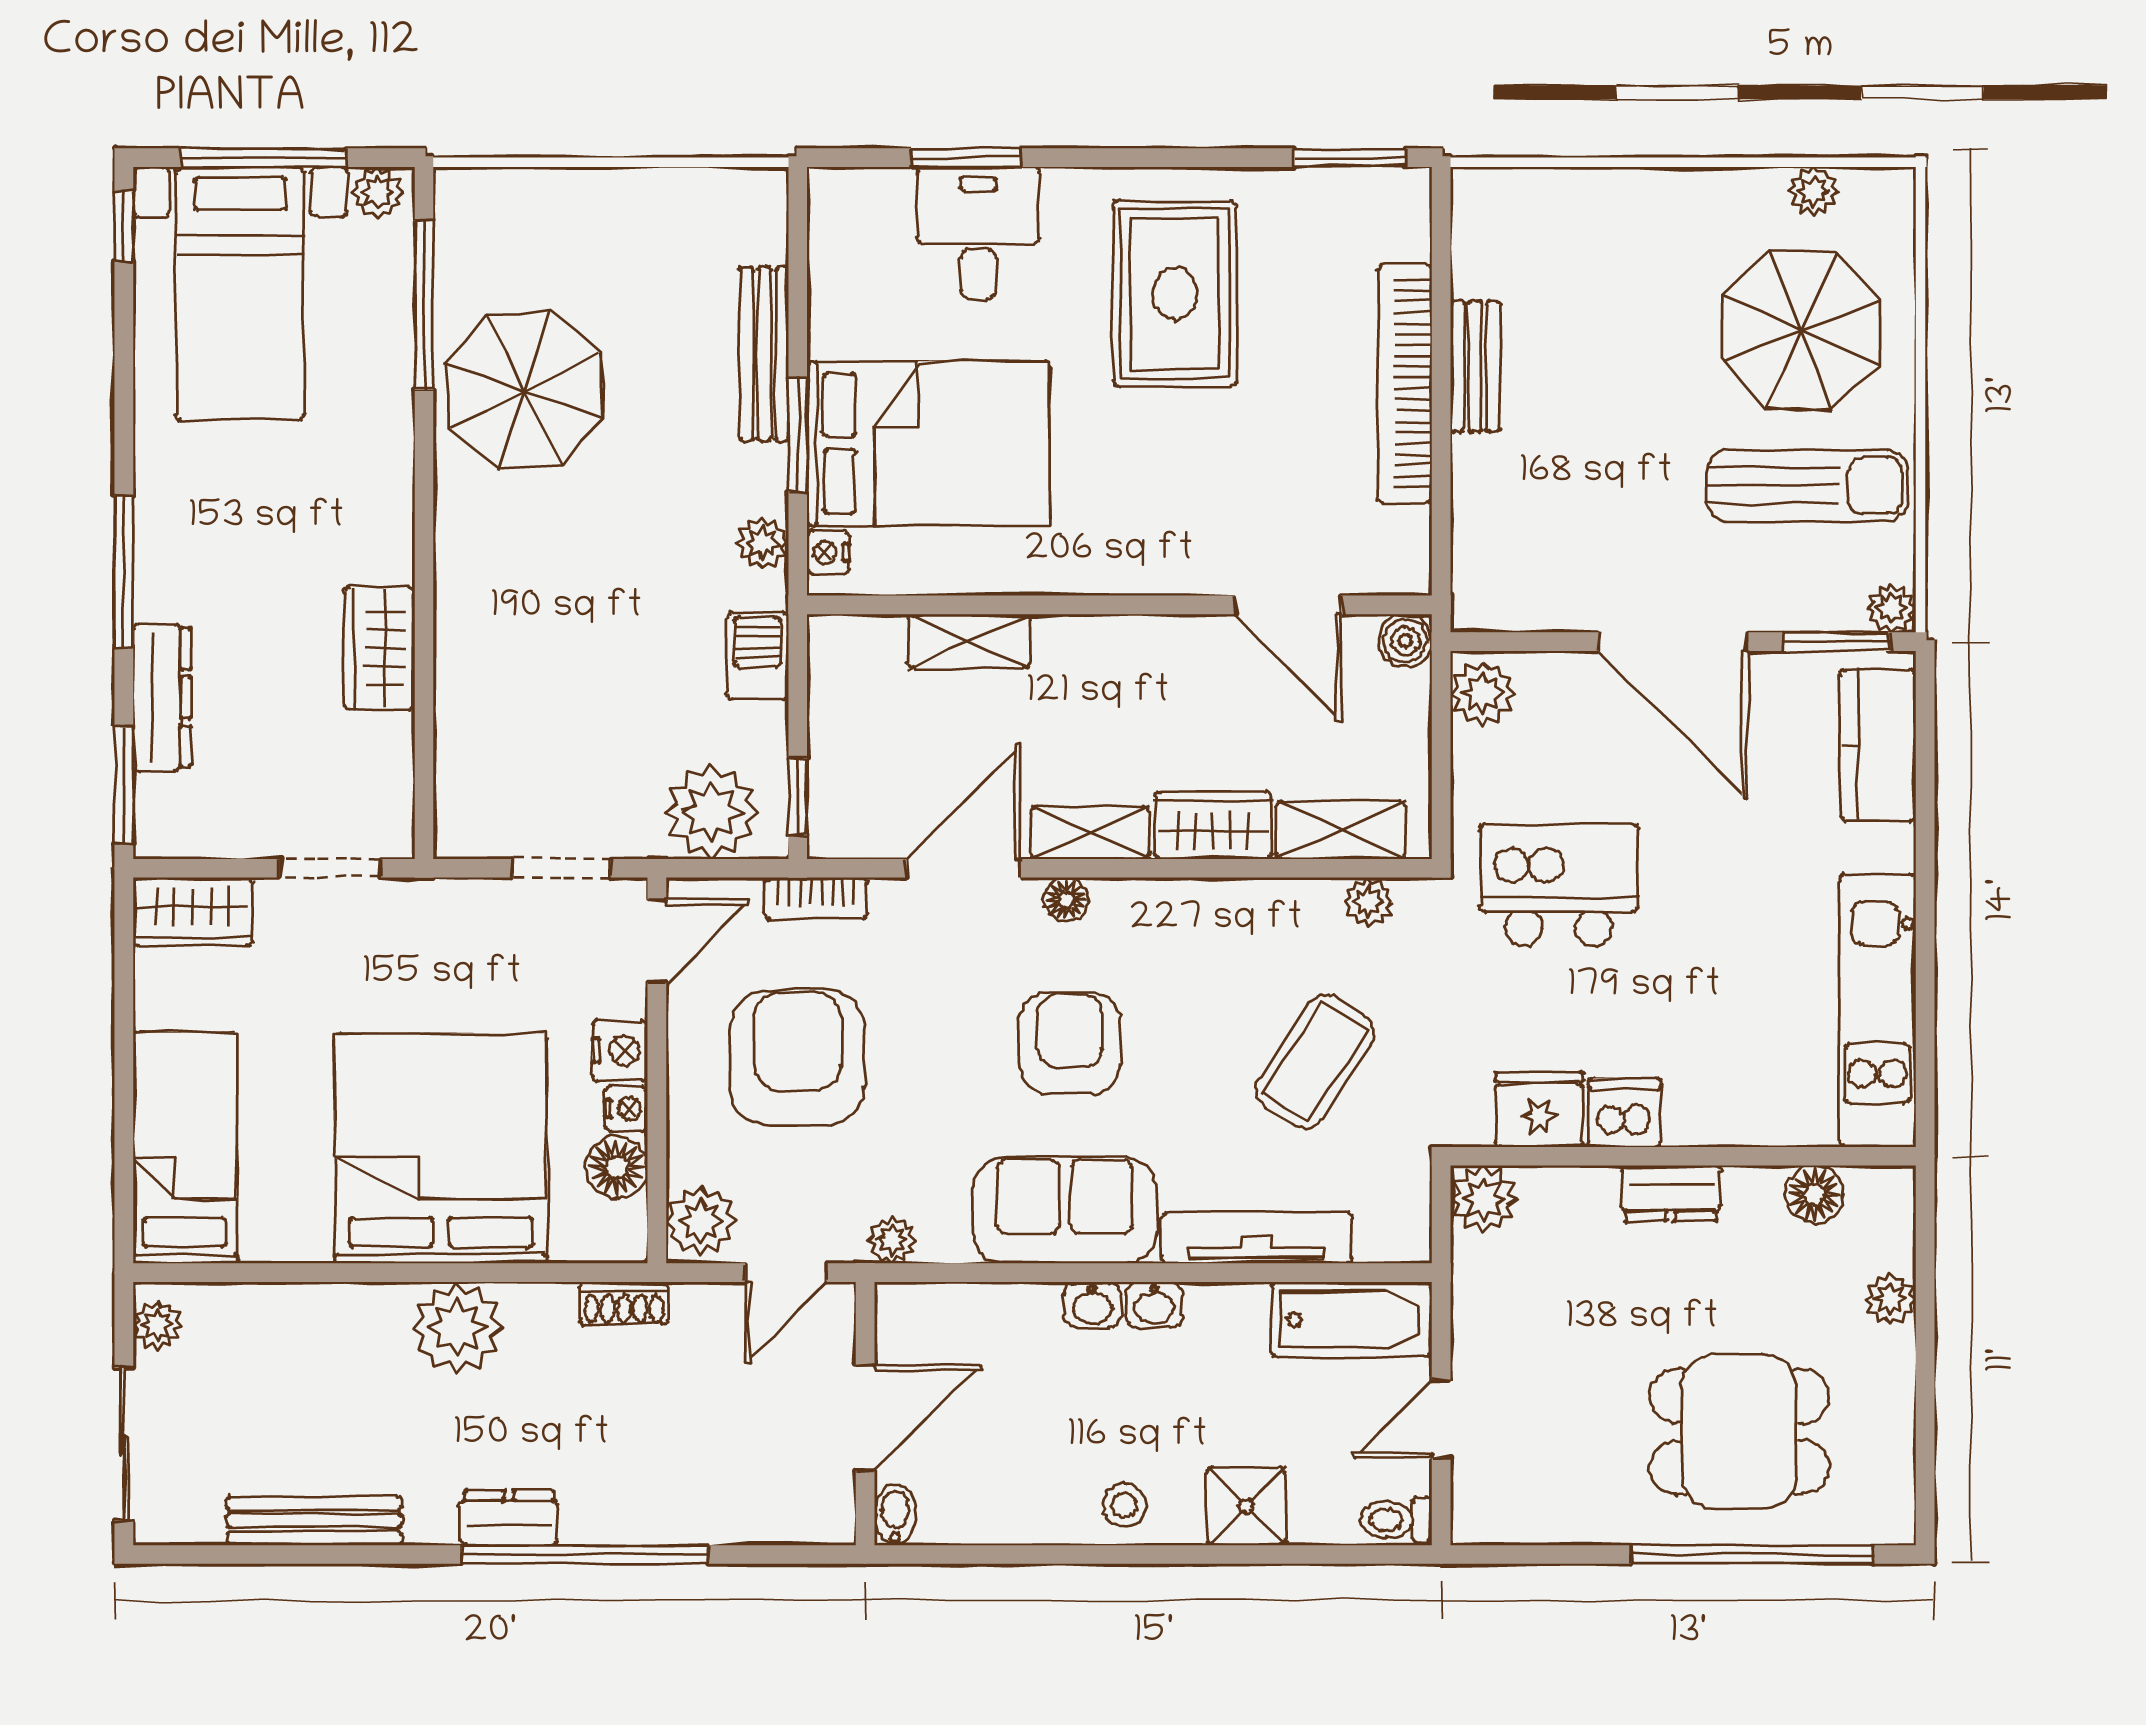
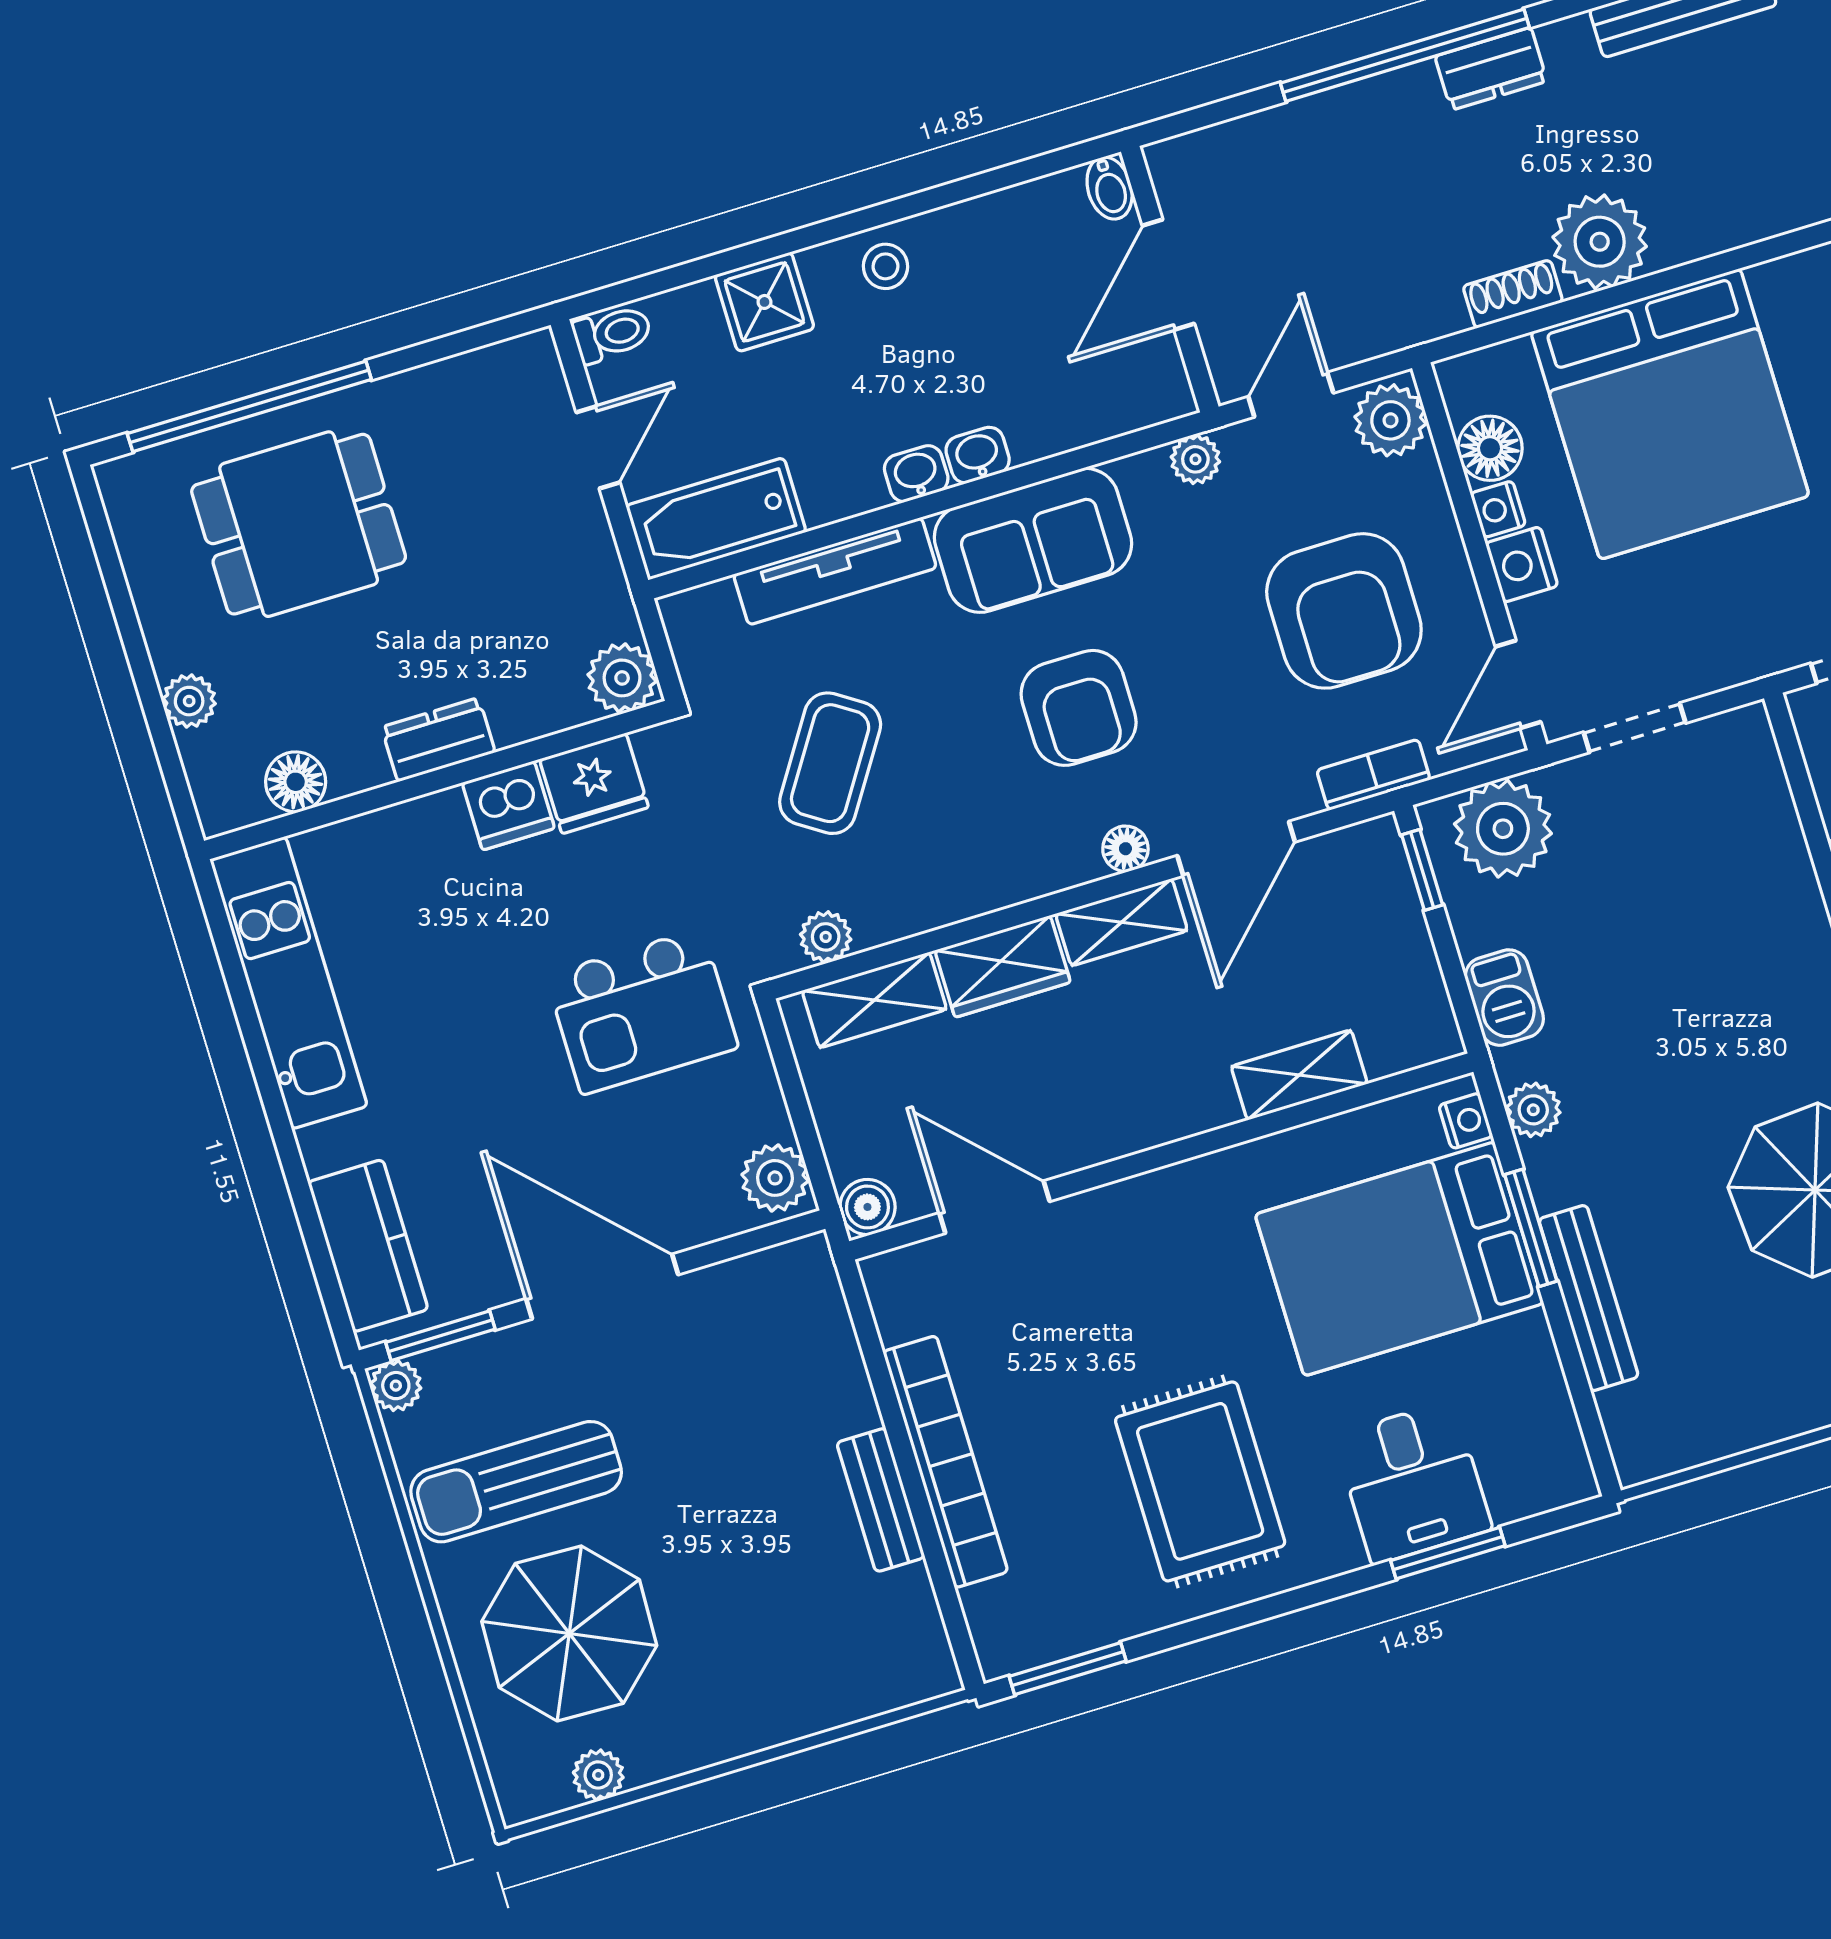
shoe rack: (624, 1303) -> (1513, 294), moved

